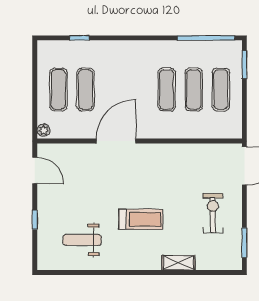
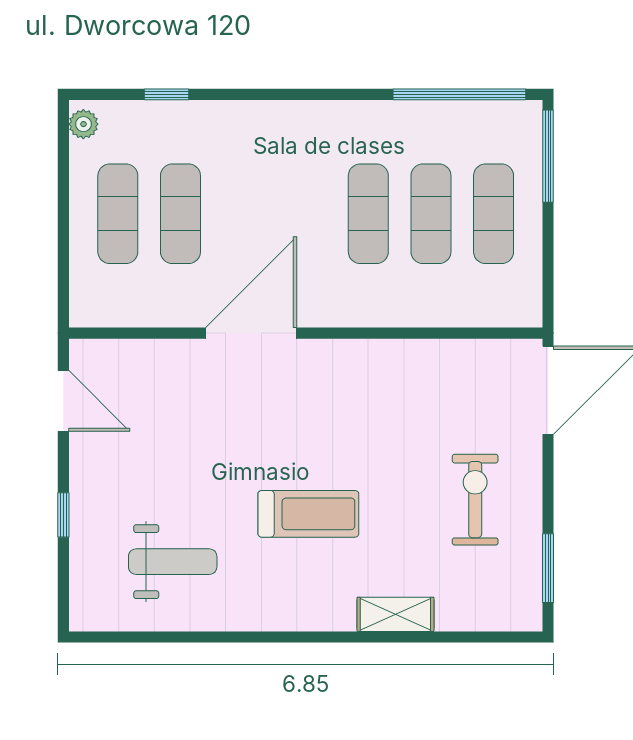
window: (244, 65) -> (548, 156), width x1.44
plant: (44, 130) -> (83, 124), moved
weight bench: (82, 240) -> (173, 562), turned 180

